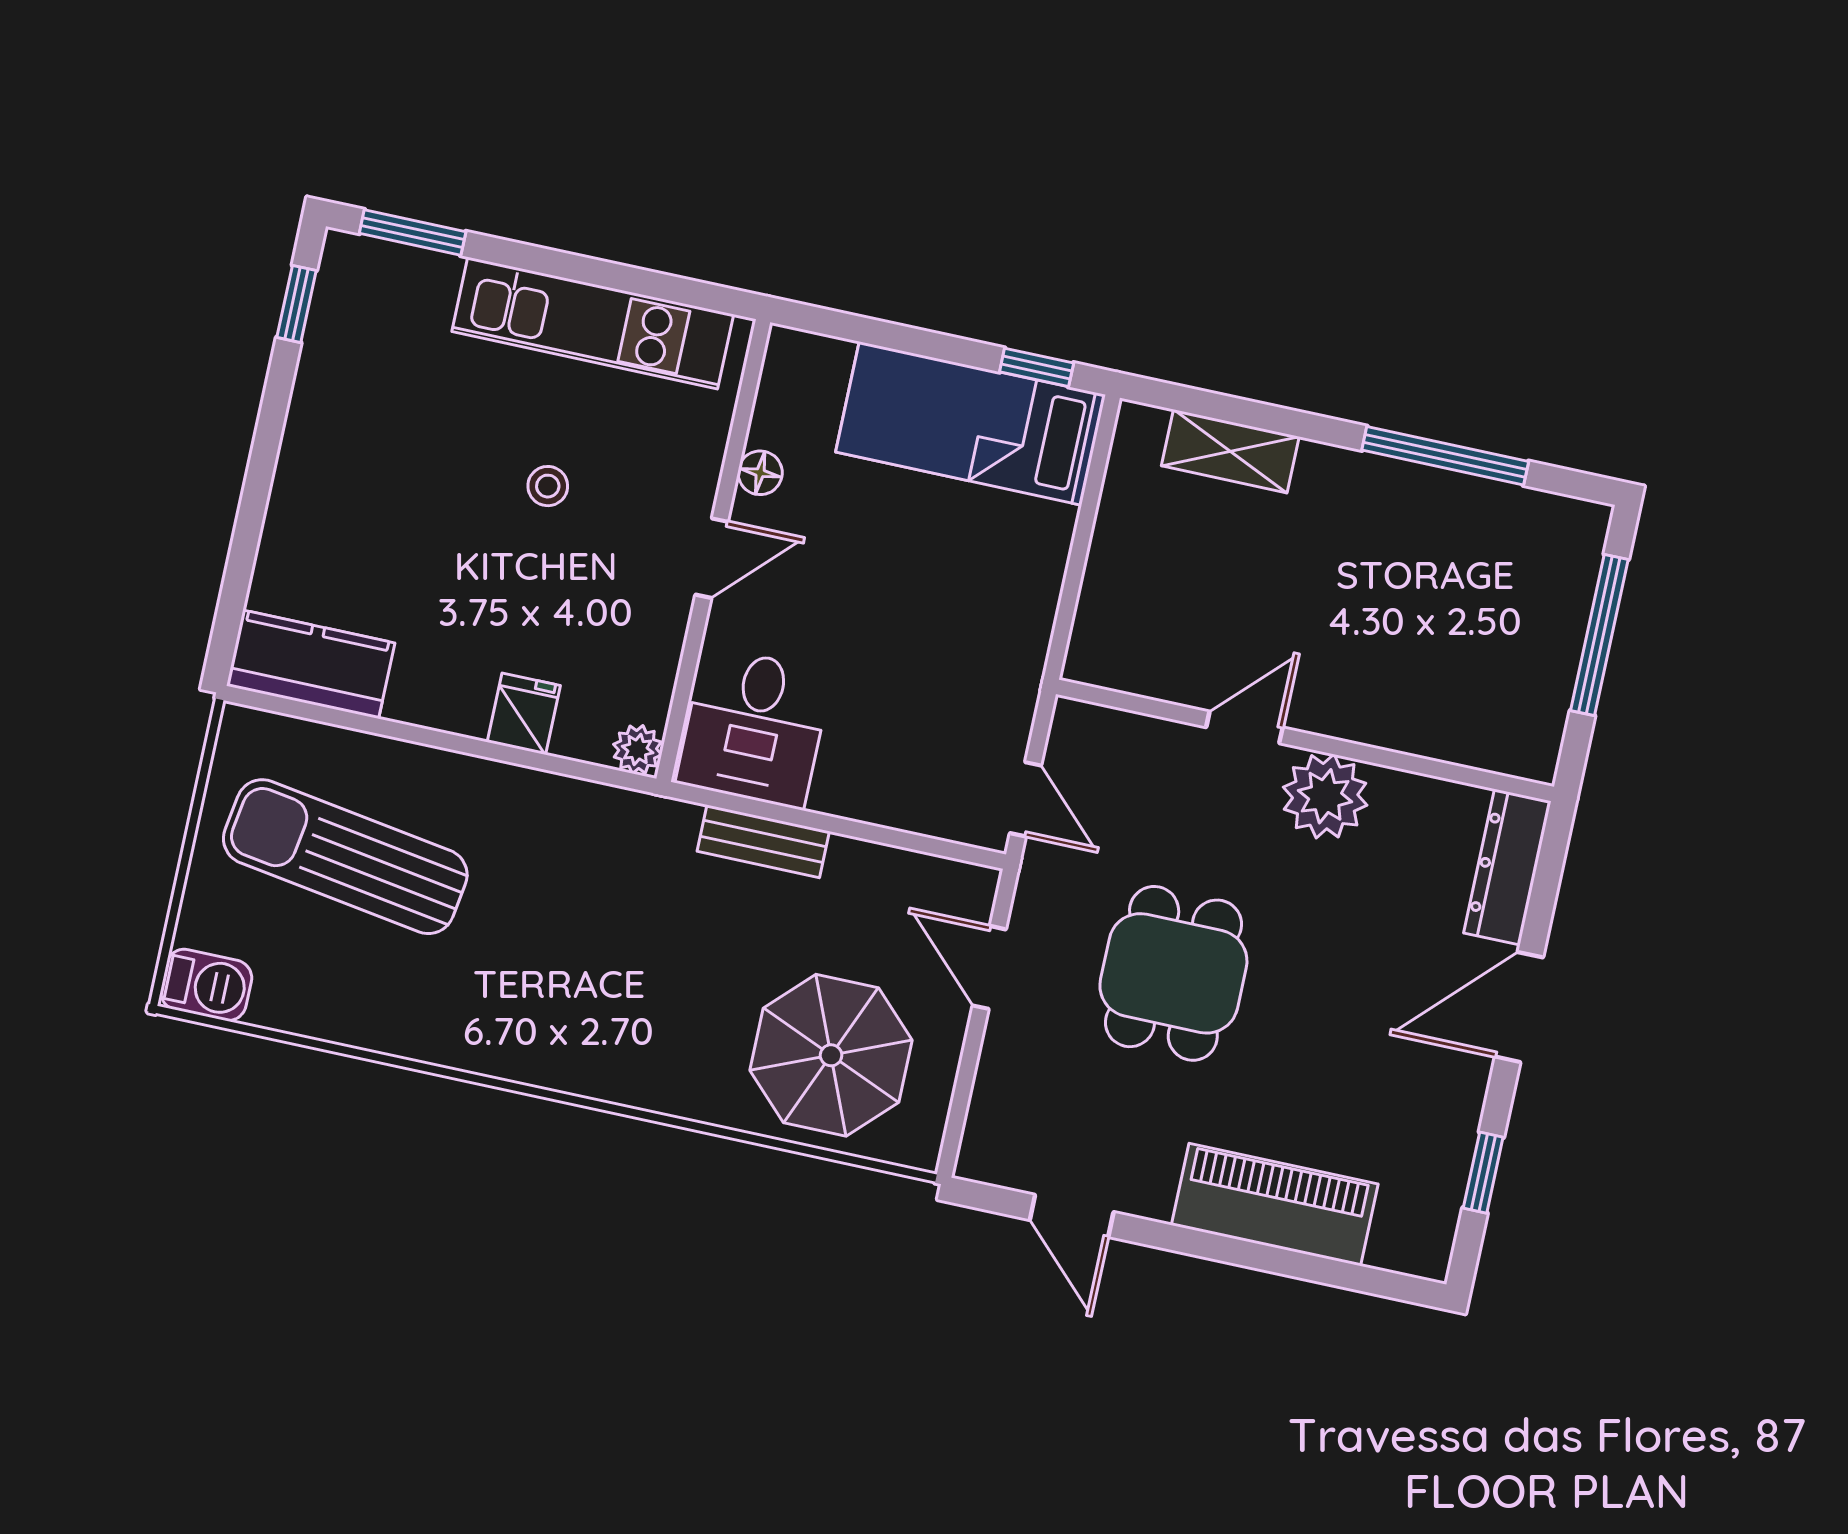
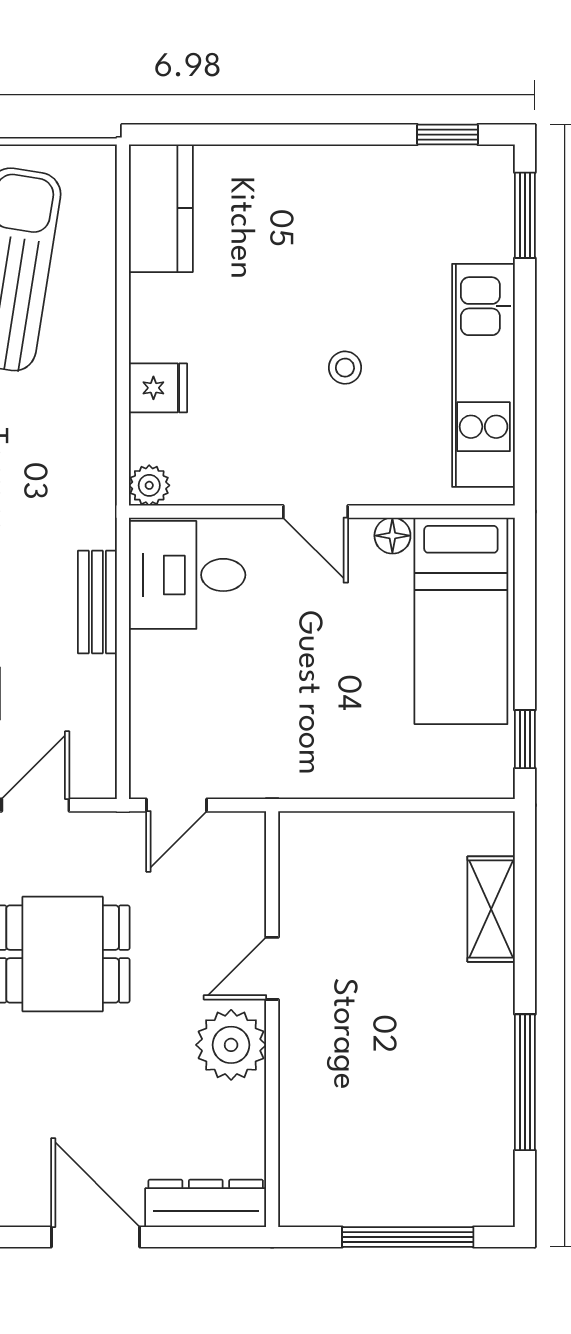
bed: (971, 423) -> (461, 621), moved, turned 180
door: (1244, 727) -> (272, 968), swing flipped

